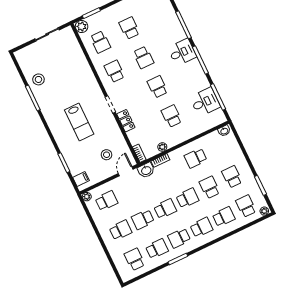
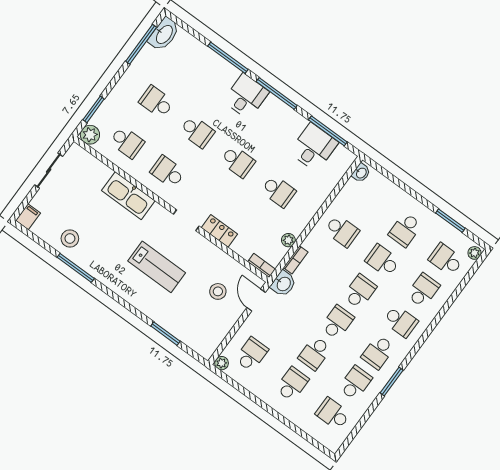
kitchen sink: (85, 73) -> (128, 196), added
school desk: (157, 87) -> (238, 161), turned 180
school desk: (172, 116) -> (278, 191), turned 180
school desk: (196, 158) -> (342, 231), turned -90
school desk: (232, 177) -> (405, 230), turned -90
filing cabinet: (81, 179) -> (28, 217), moved
school desk: (201, 227) -> (401, 321), turned 90

